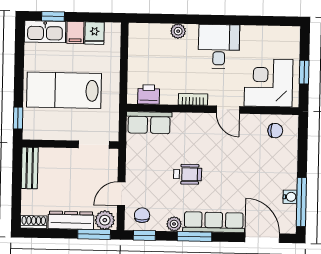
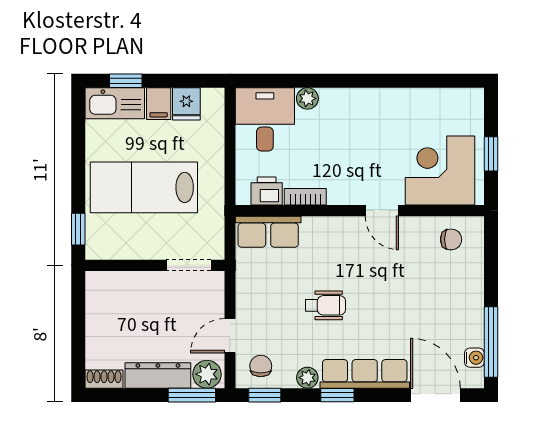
desk: (219, 46) -> (265, 119), moved
bookcase: (193, 99) -> (305, 197), moved
bench: (30, 168) -> (97, 301), removed
water cooler: (290, 197) -> (474, 358), moved
window: (194, 236) -> (337, 395), width x0.67

